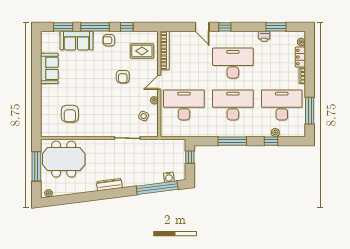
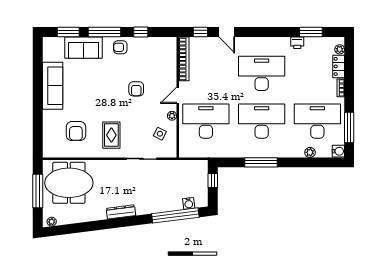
window: (225, 27) -> (200, 32), moved
rug: (142, 51) -> (111, 135), moved, turned 90
sofa: (49, 68) -> (53, 86), width x1.36
water cooler: (300, 131) -> (338, 151), added
window: (271, 141) -> (305, 162), removed

